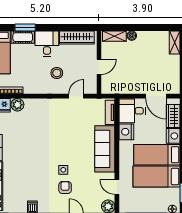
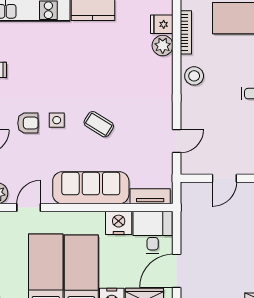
door: (99, 67) -> (224, 178), hinge flipped
stool: (57, 73) -> (194, 76), moved
door: (76, 96) -> (177, 141), hinge flipped
coffee table: (66, 144) -> (99, 124), added

